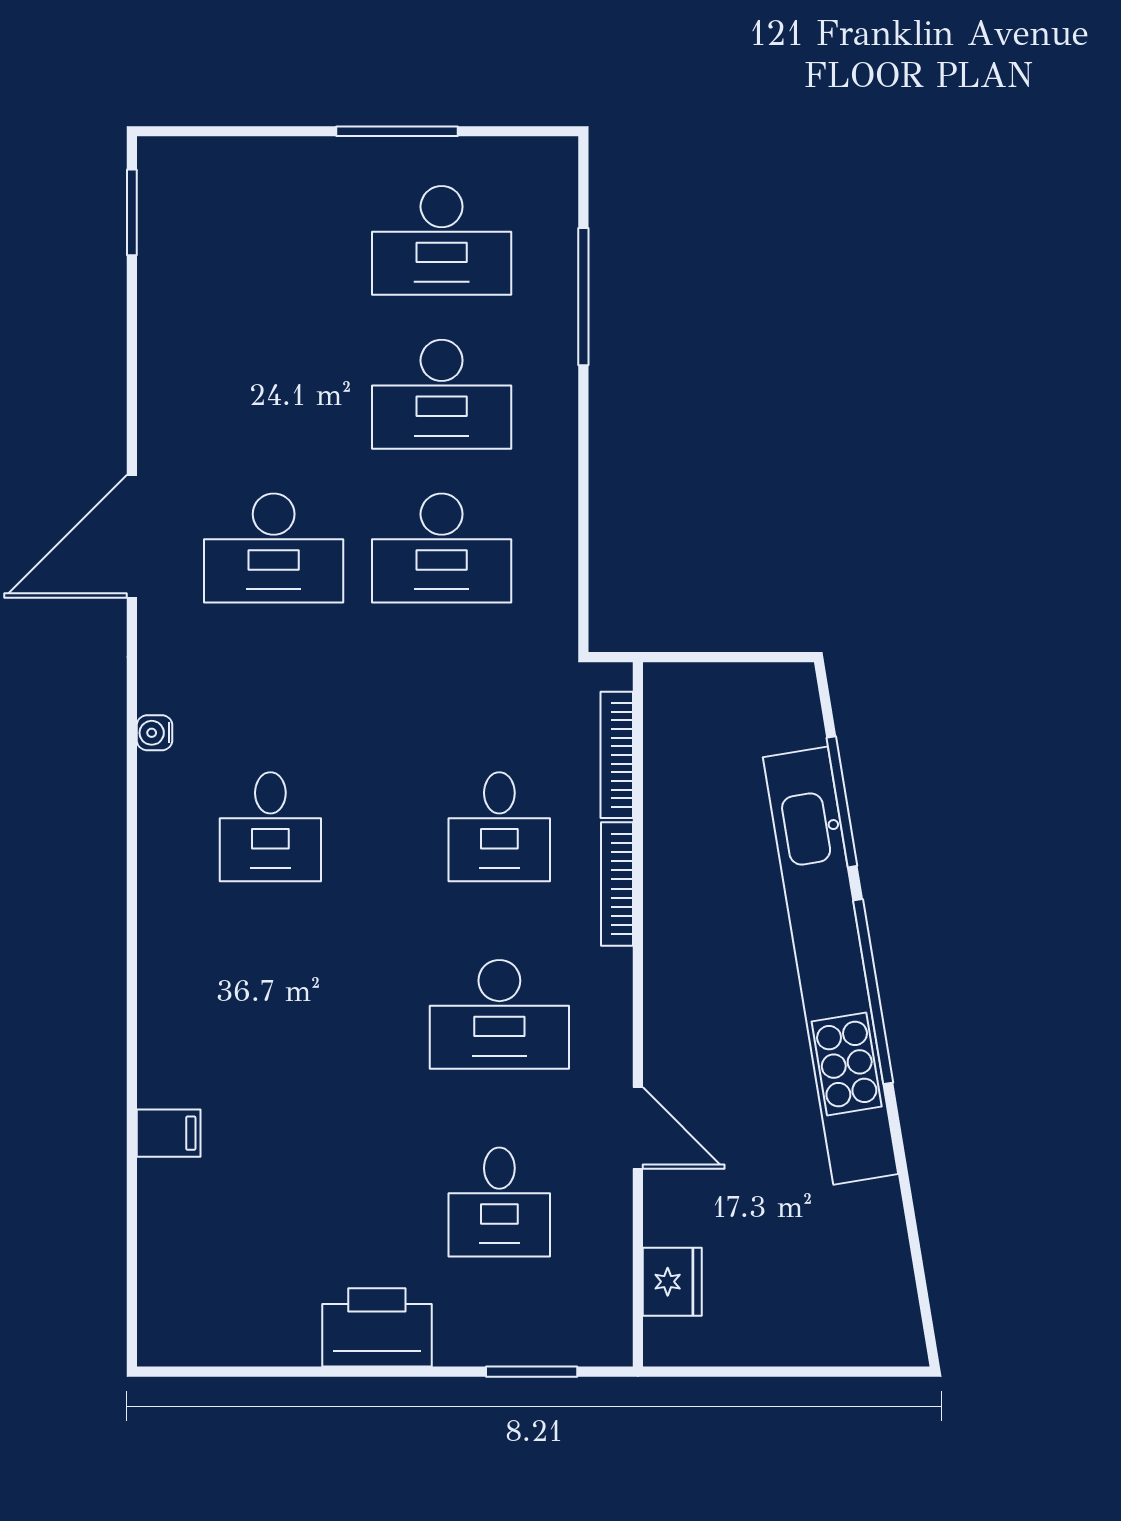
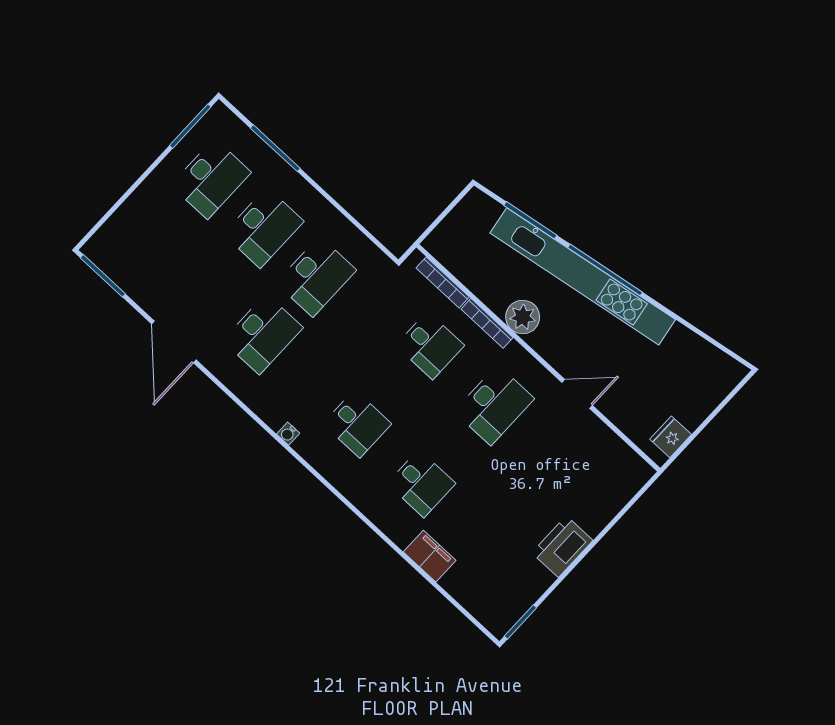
window: (397, 131) -> (190, 126), moved
window: (132, 212) -> (103, 276), width x1.44
door: (132, 536) -> (174, 342), moved
plant: (679, 931) -> (523, 317), added
filing cabinet: (169, 1133) -> (430, 556), width x2.00
desk: (499, 1202) -> (421, 483), moved
fridge: (672, 1282) -> (671, 437), moved, turned -90
window: (532, 1372) -> (520, 622), moved

